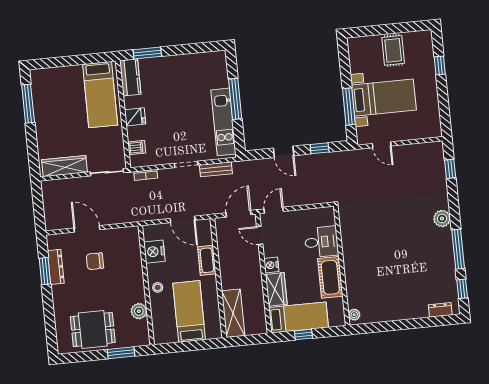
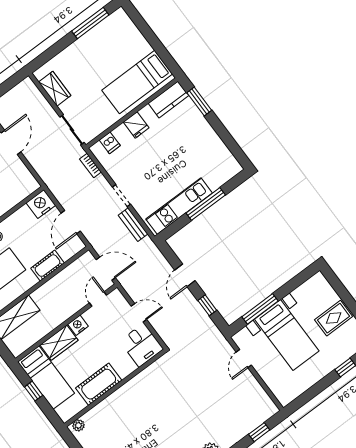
wardrobe: (64, 166) -> (55, 89), width x0.67
door: (274, 210) -> (139, 313), moved
desk: (321, 242) -> (141, 345), moved
nightstand: (154, 252) -> (41, 204), moved

